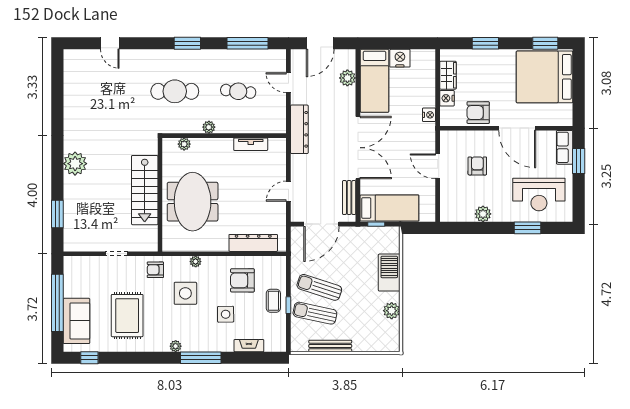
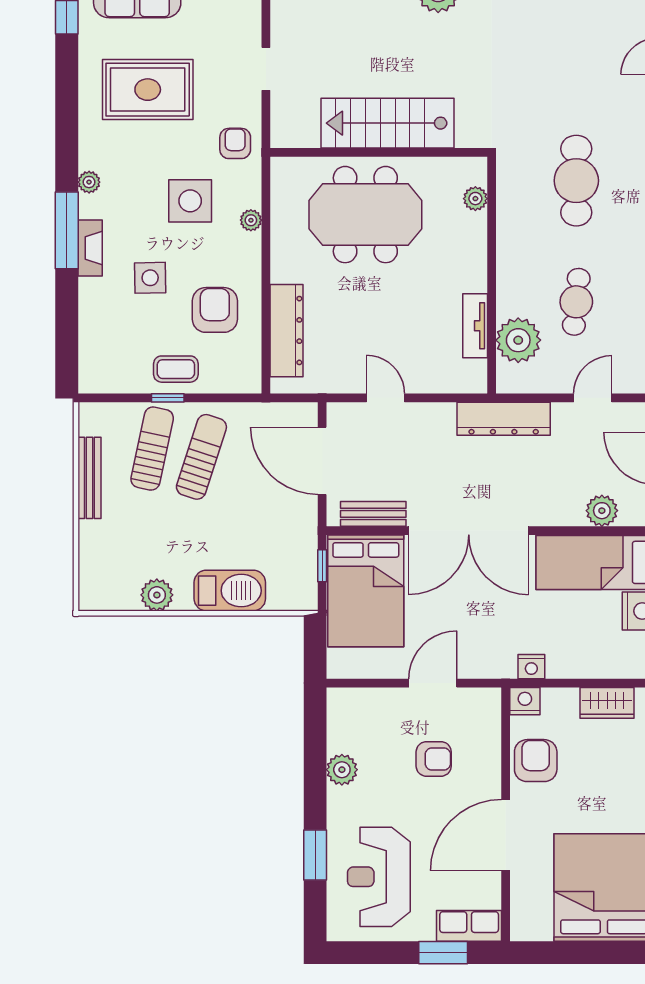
nightstand: (447, 98) -> (525, 701), moved
plant: (209, 127) -> (518, 340), moved, width x1.87, depth x1.87
bed: (389, 208) -> (366, 591), width x1.50
fireplace: (249, 346) -> (90, 248), moved

